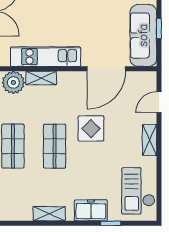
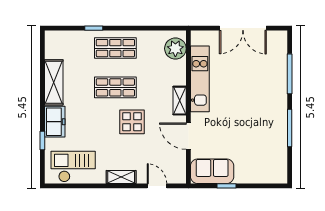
sofa: (143, 35) -> (212, 171), width x0.73
door: (106, 69) -> (188, 136), width x0.73
shelving: (41, 78) -> (180, 101), moved
shelving: (49, 214) -> (54, 82), width x1.50, depth x1.33

